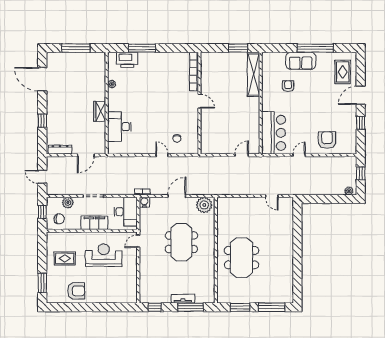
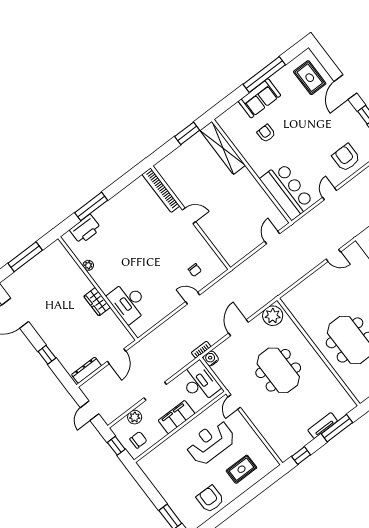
door: (42, 177) -> (90, 411), hinge flipped
rug: (65, 258) -> (241, 469), moved
armchair: (76, 291) -> (210, 499), turned -90

